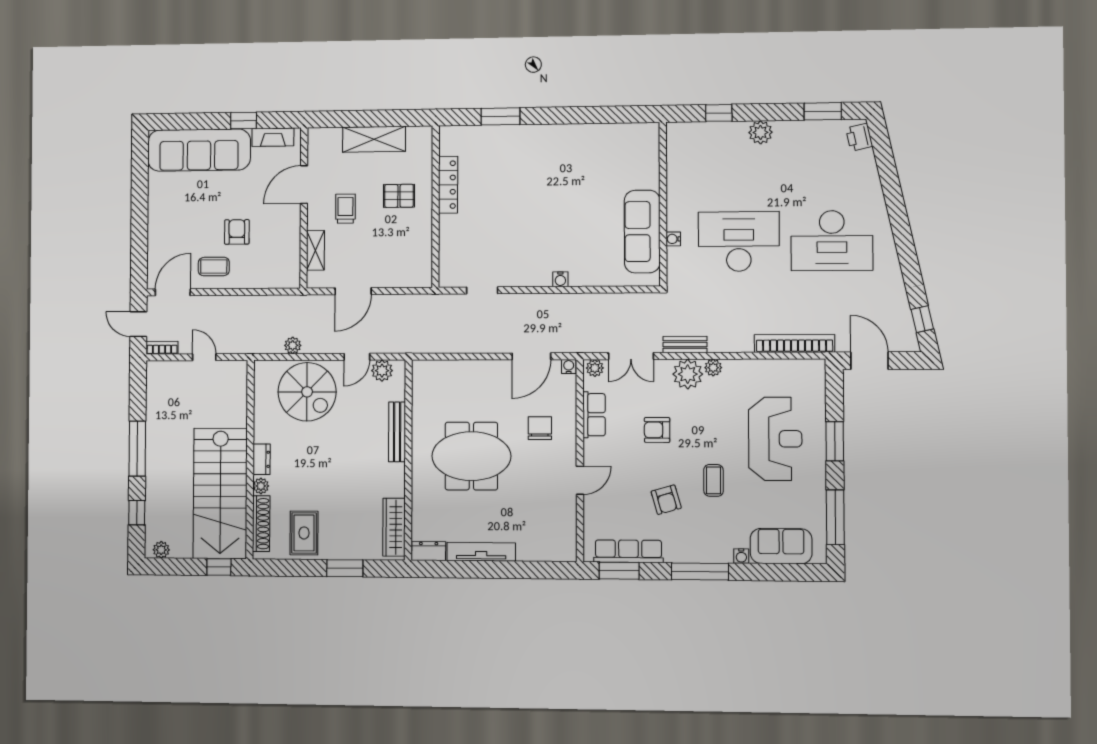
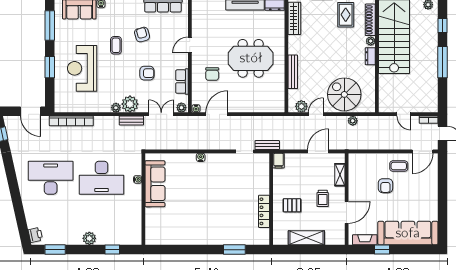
filing cabinet: (423, 275) -> (278, 161), added
bench: (442, 302) -> (267, 145), added

